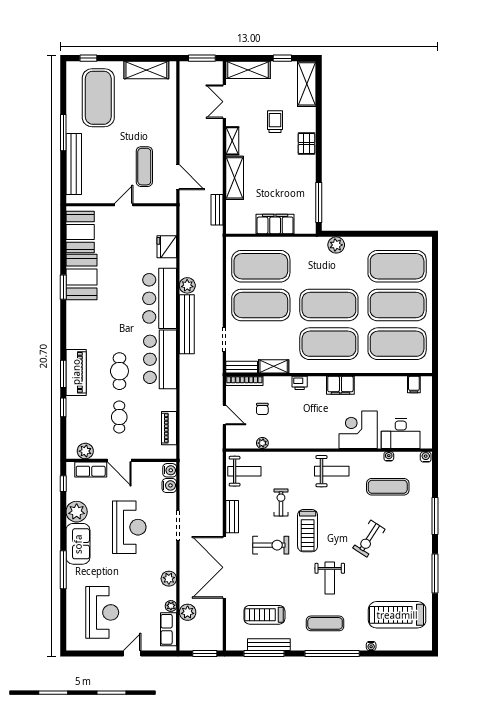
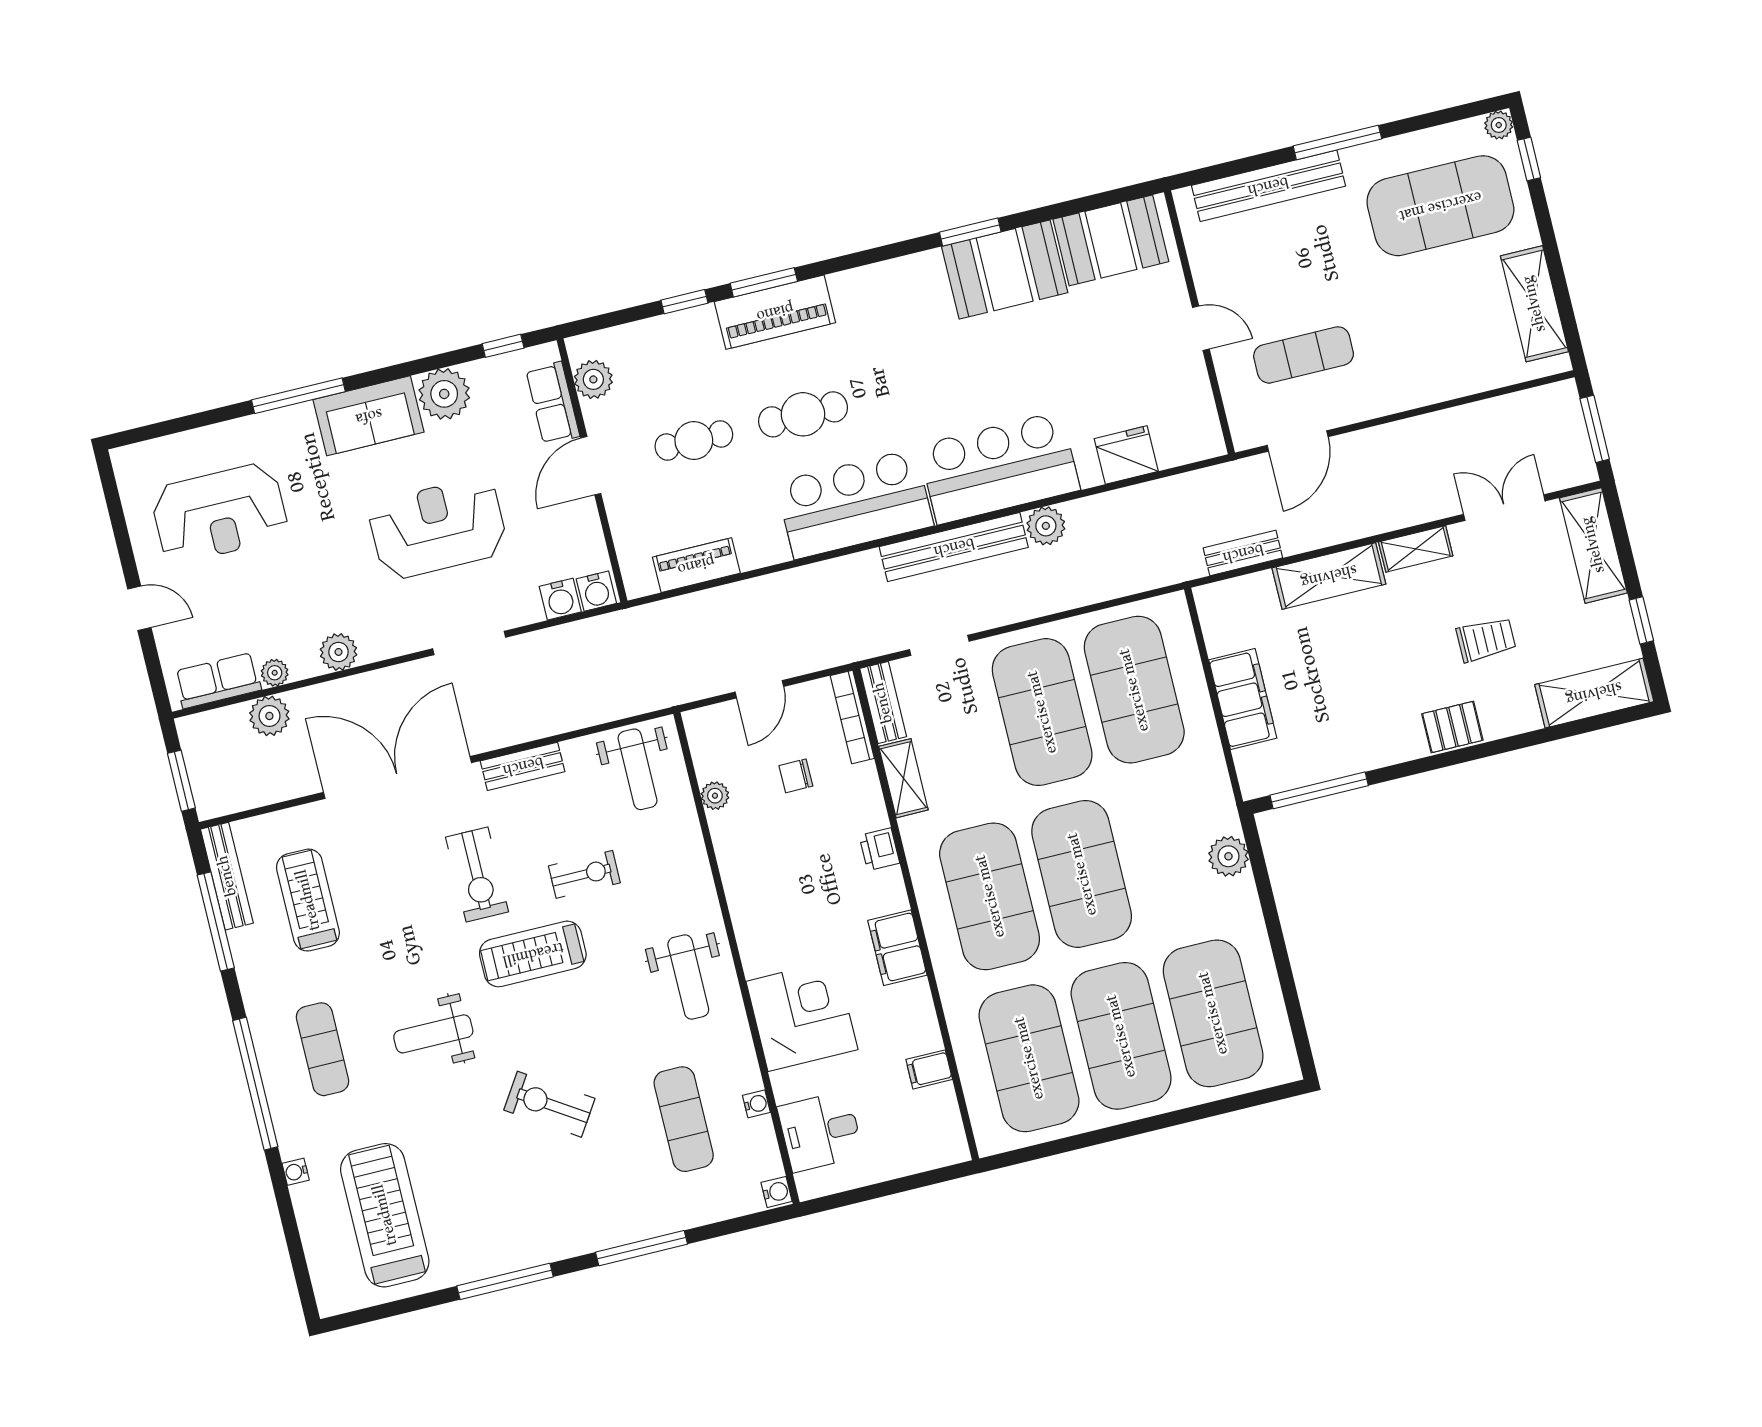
plant: (72, 67) -> (1499, 125), added
filing cabinet: (414, 384) -> (929, 1069), moved
desk: (401, 434) -> (820, 1131), width x0.73
reception desk: (129, 527) -> (438, 528), turned 180
bench: (269, 645) -> (227, 876), moved

